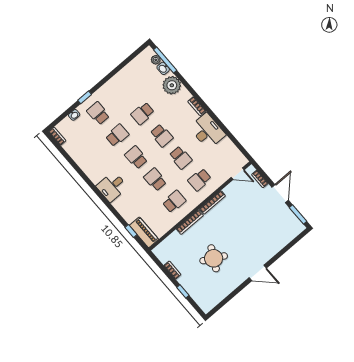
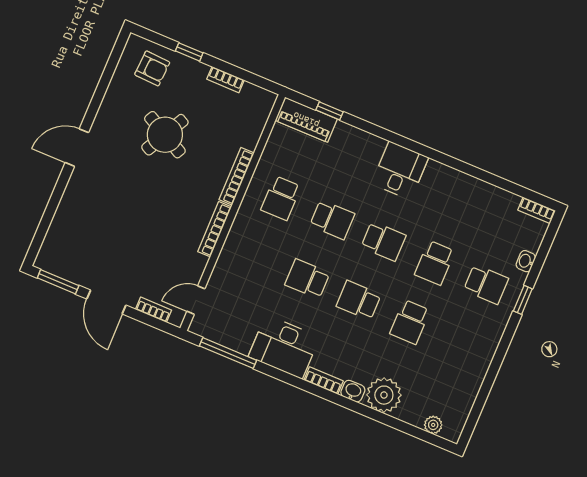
window: (165, 60) -> (228, 353), moved
washbasin: (163, 68) -> (353, 391), moved
school desk: (143, 113) -> (410, 322), turned 180
school desk: (200, 180) -> (256, 257), removed
armchair: (204, 292) -> (152, 68), added

